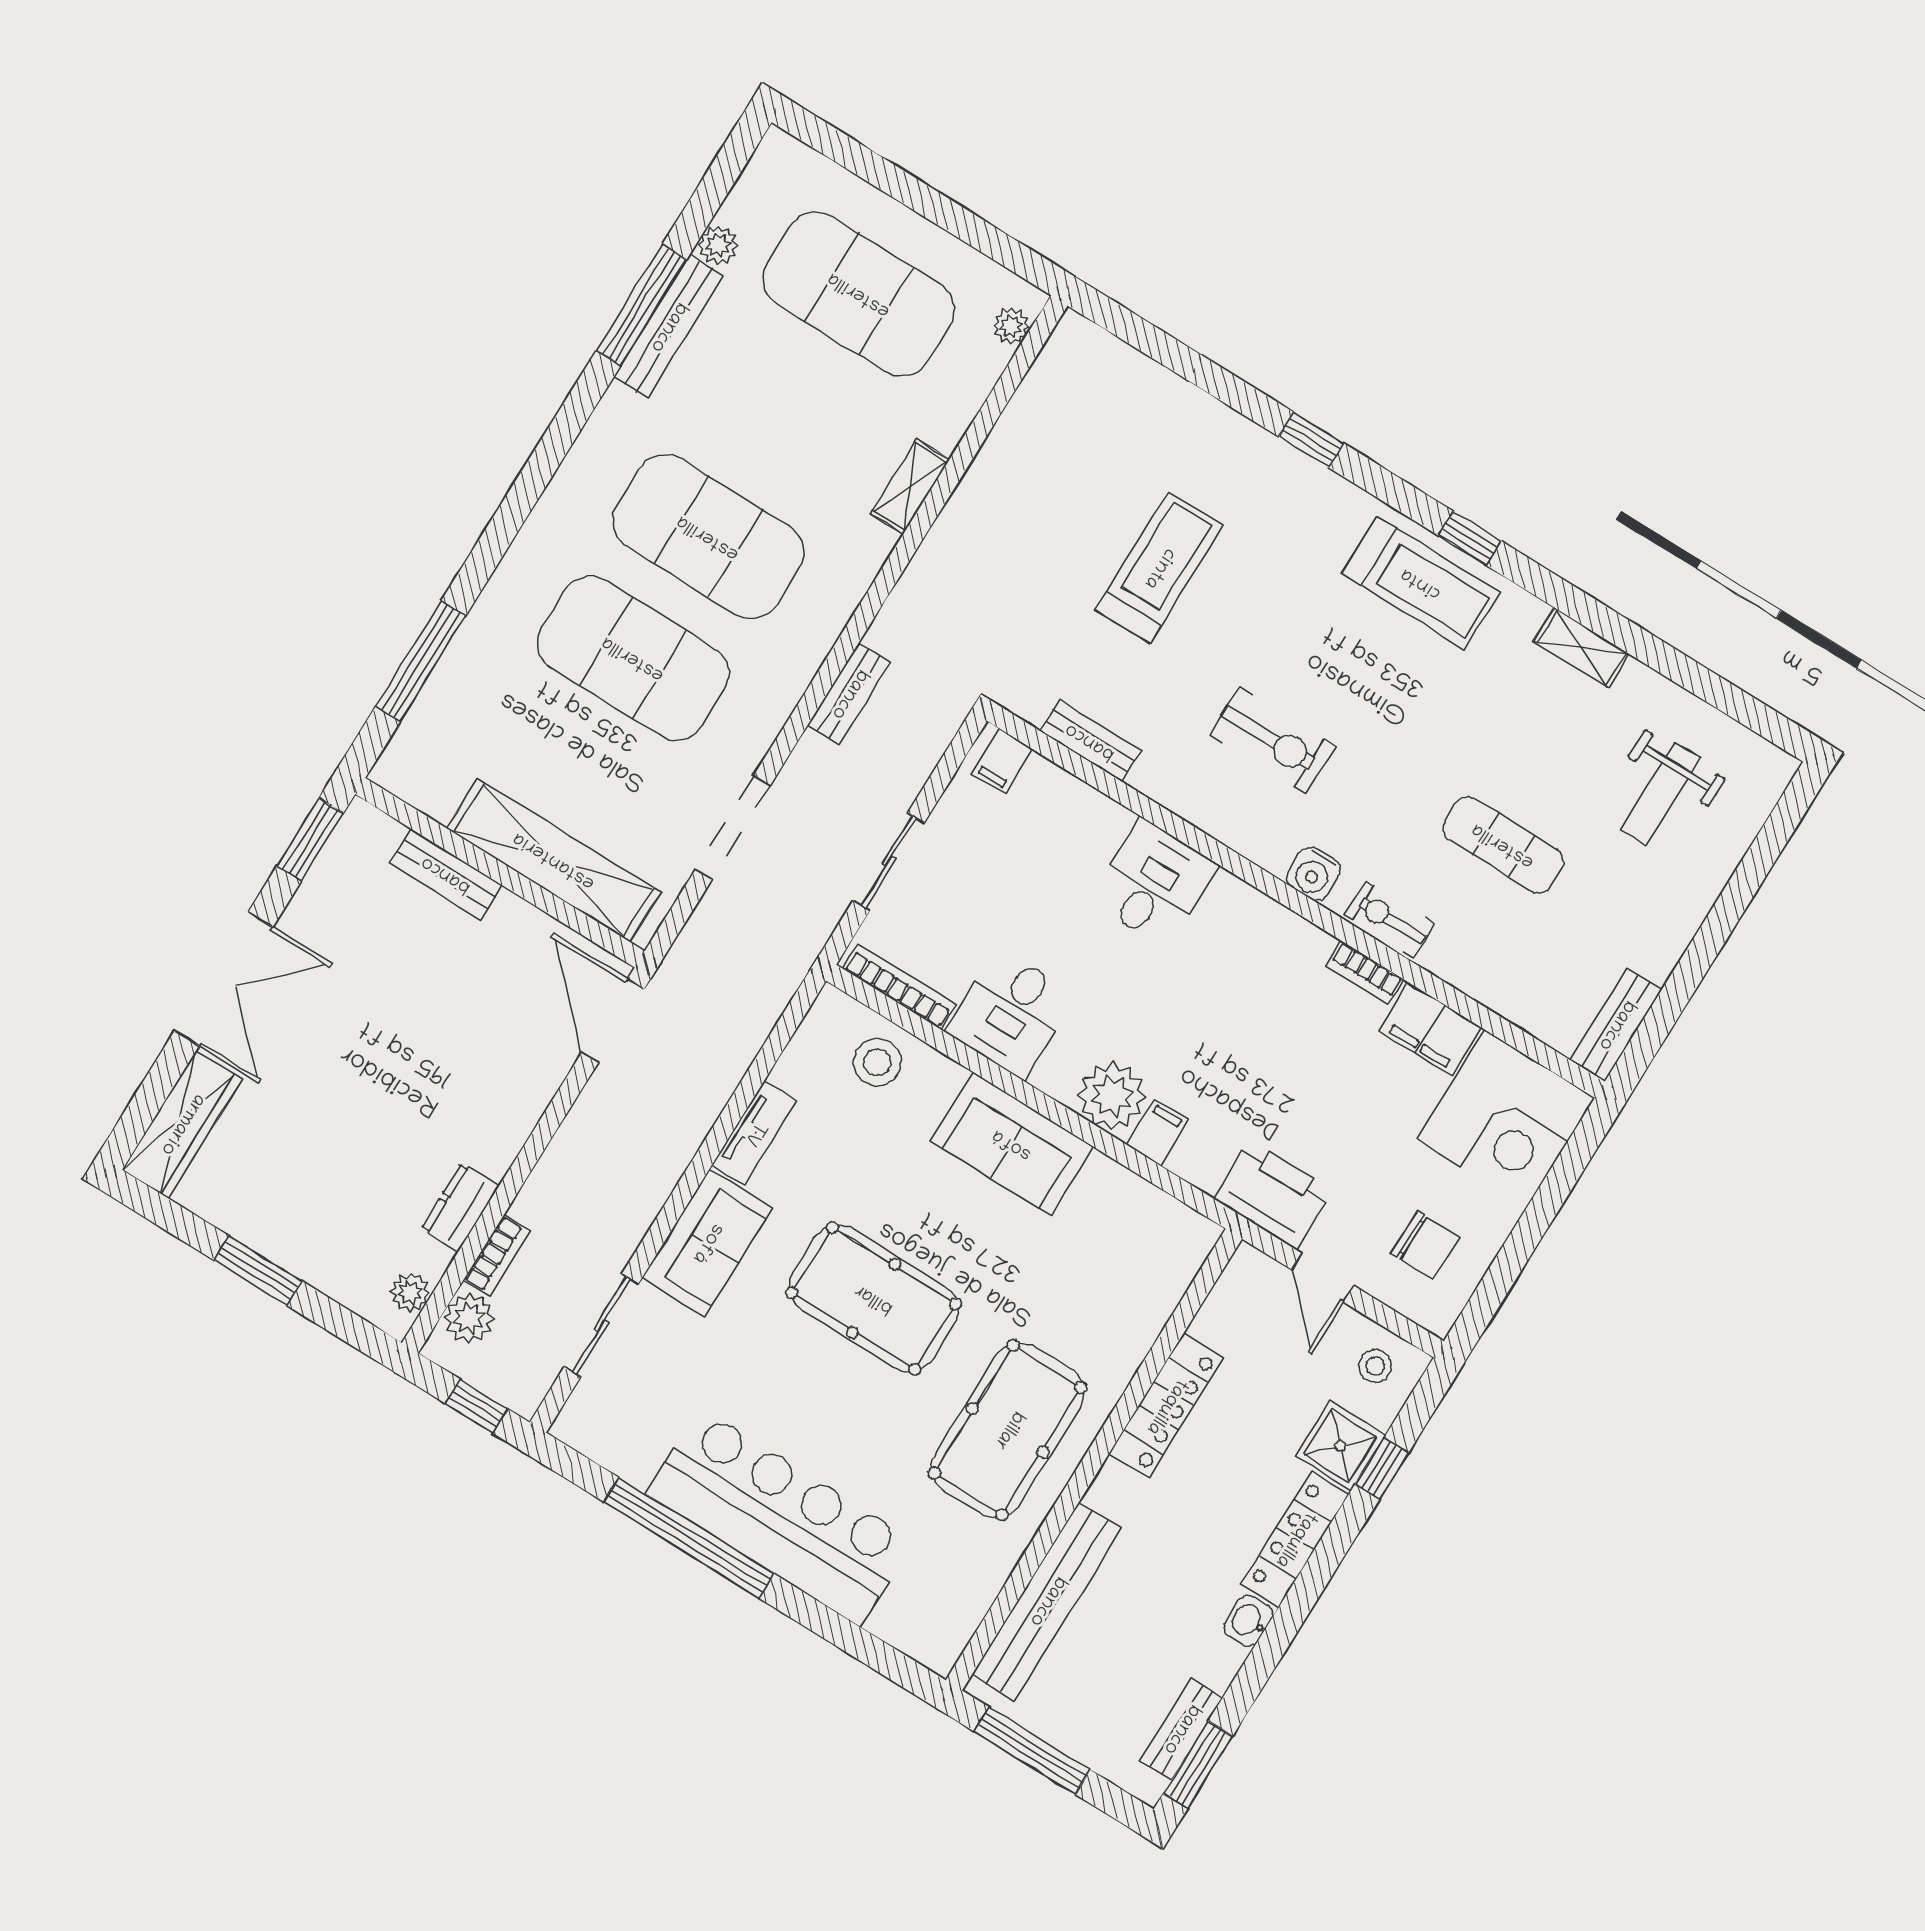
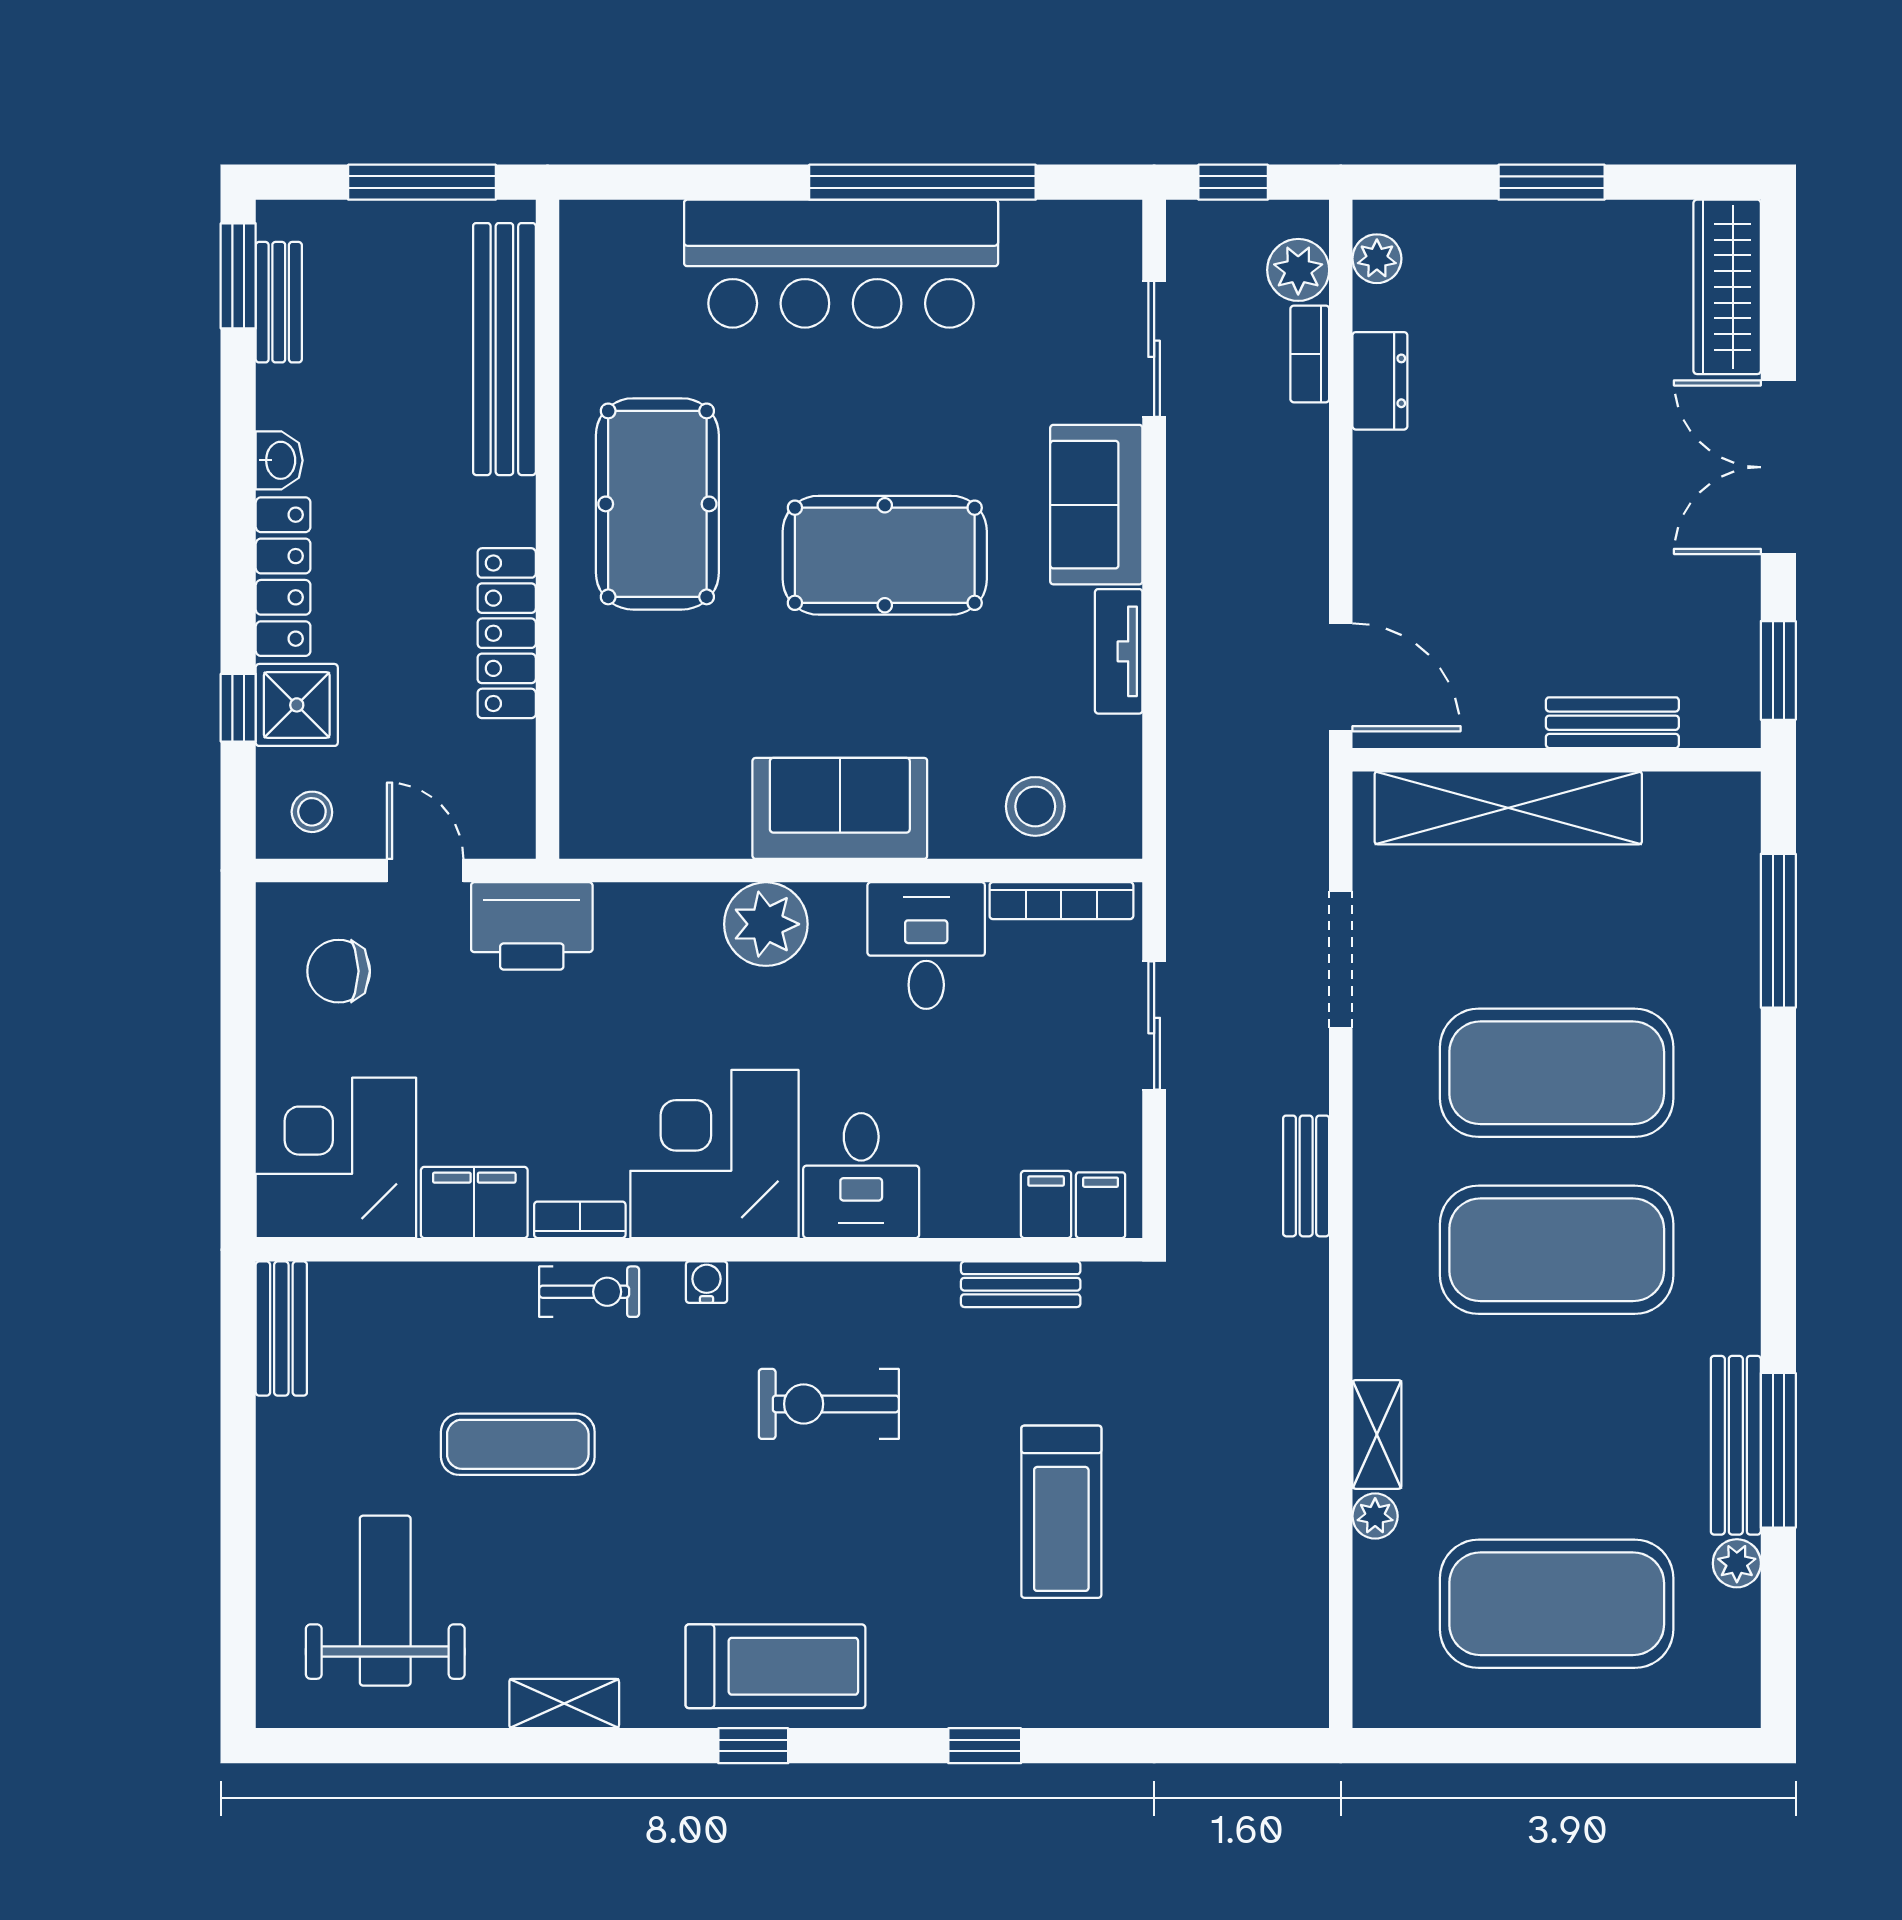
plant: (1011, 326) -> (1375, 1516), moved
treadmill: (1421, 583) -> (775, 1666), turned 180
weight bench: (1660, 794) -> (385, 1601), width x1.36, depth x1.33
water cooler: (1314, 874) -> (707, 1282), width x0.72, depth x0.72
corner desk: (1245, 960) -> (714, 1154), added
filing cabinet: (1158, 1132) -> (1046, 1205), moved, turned 180

